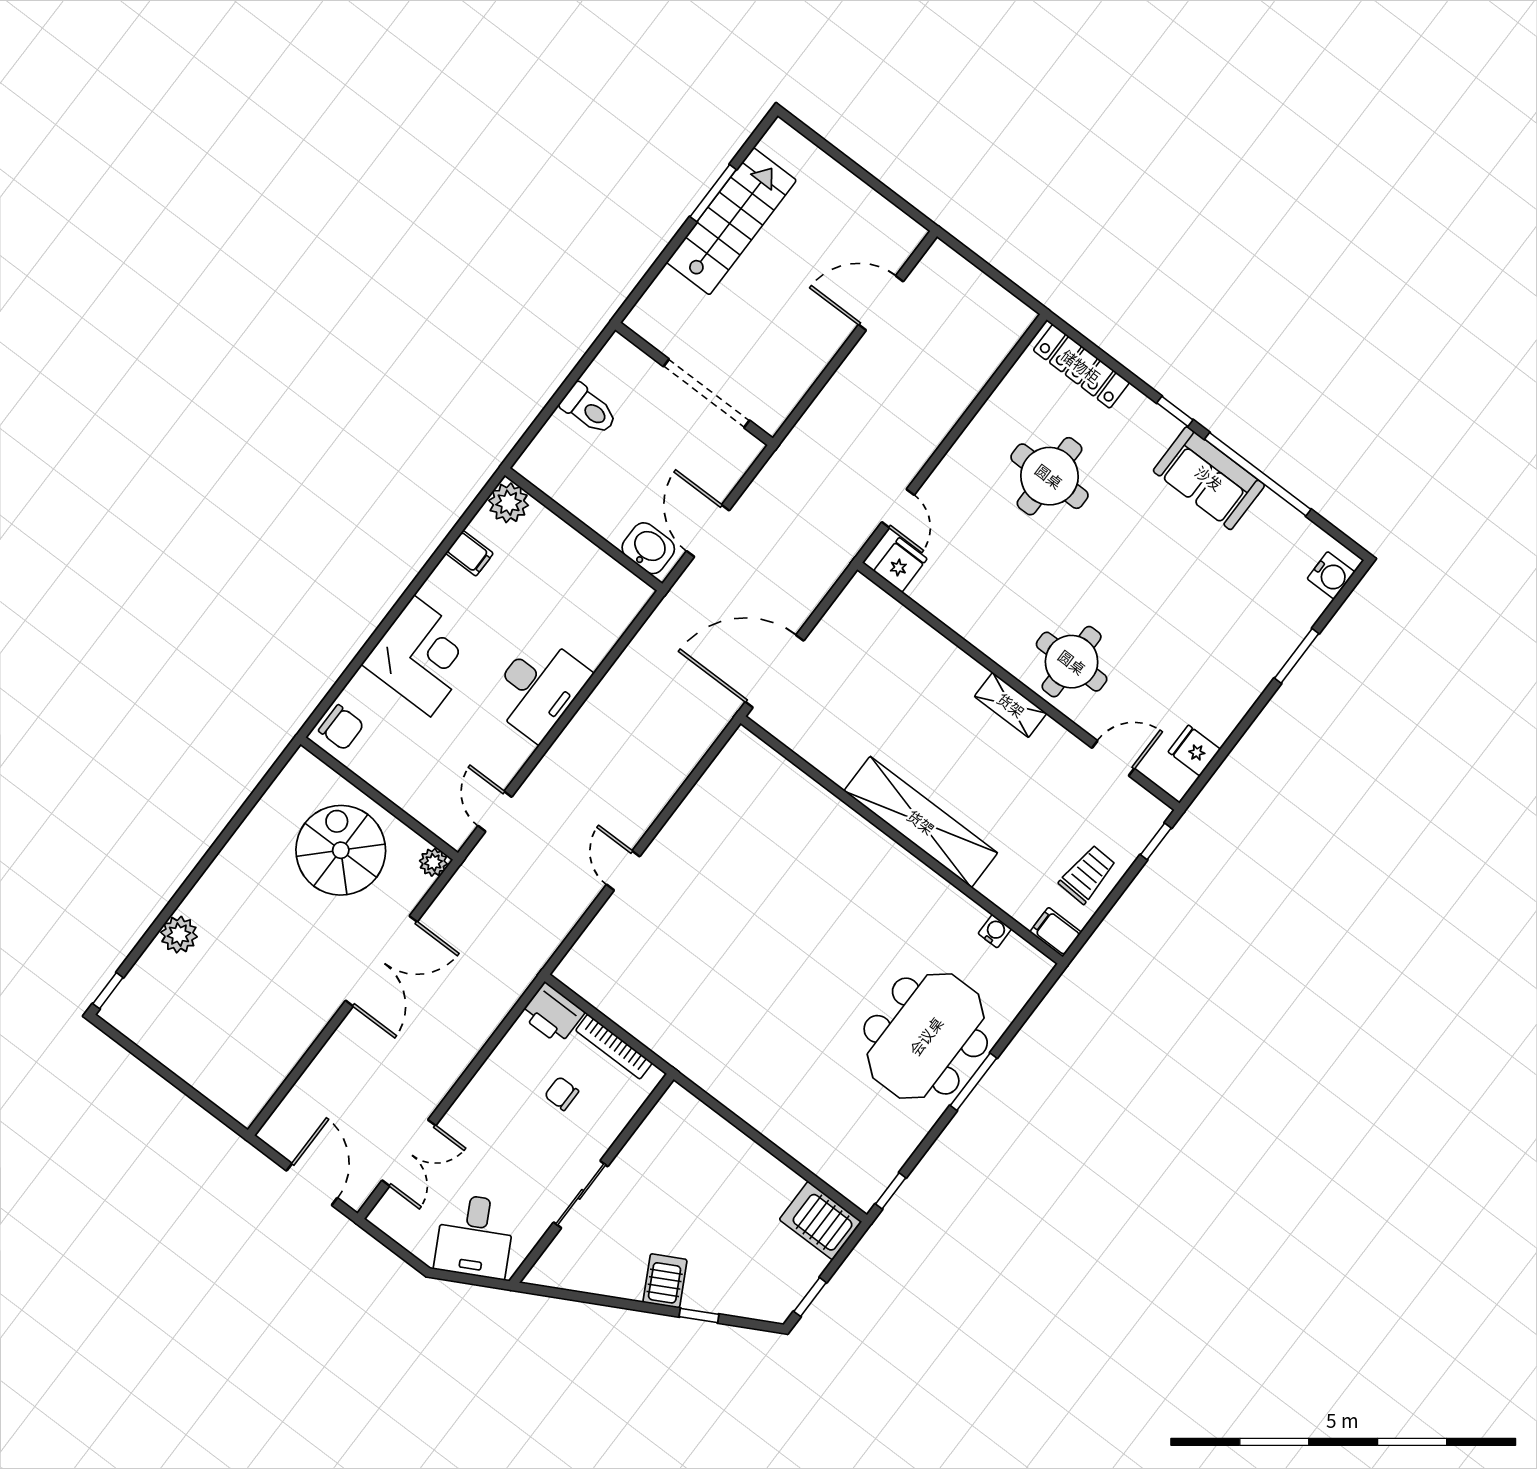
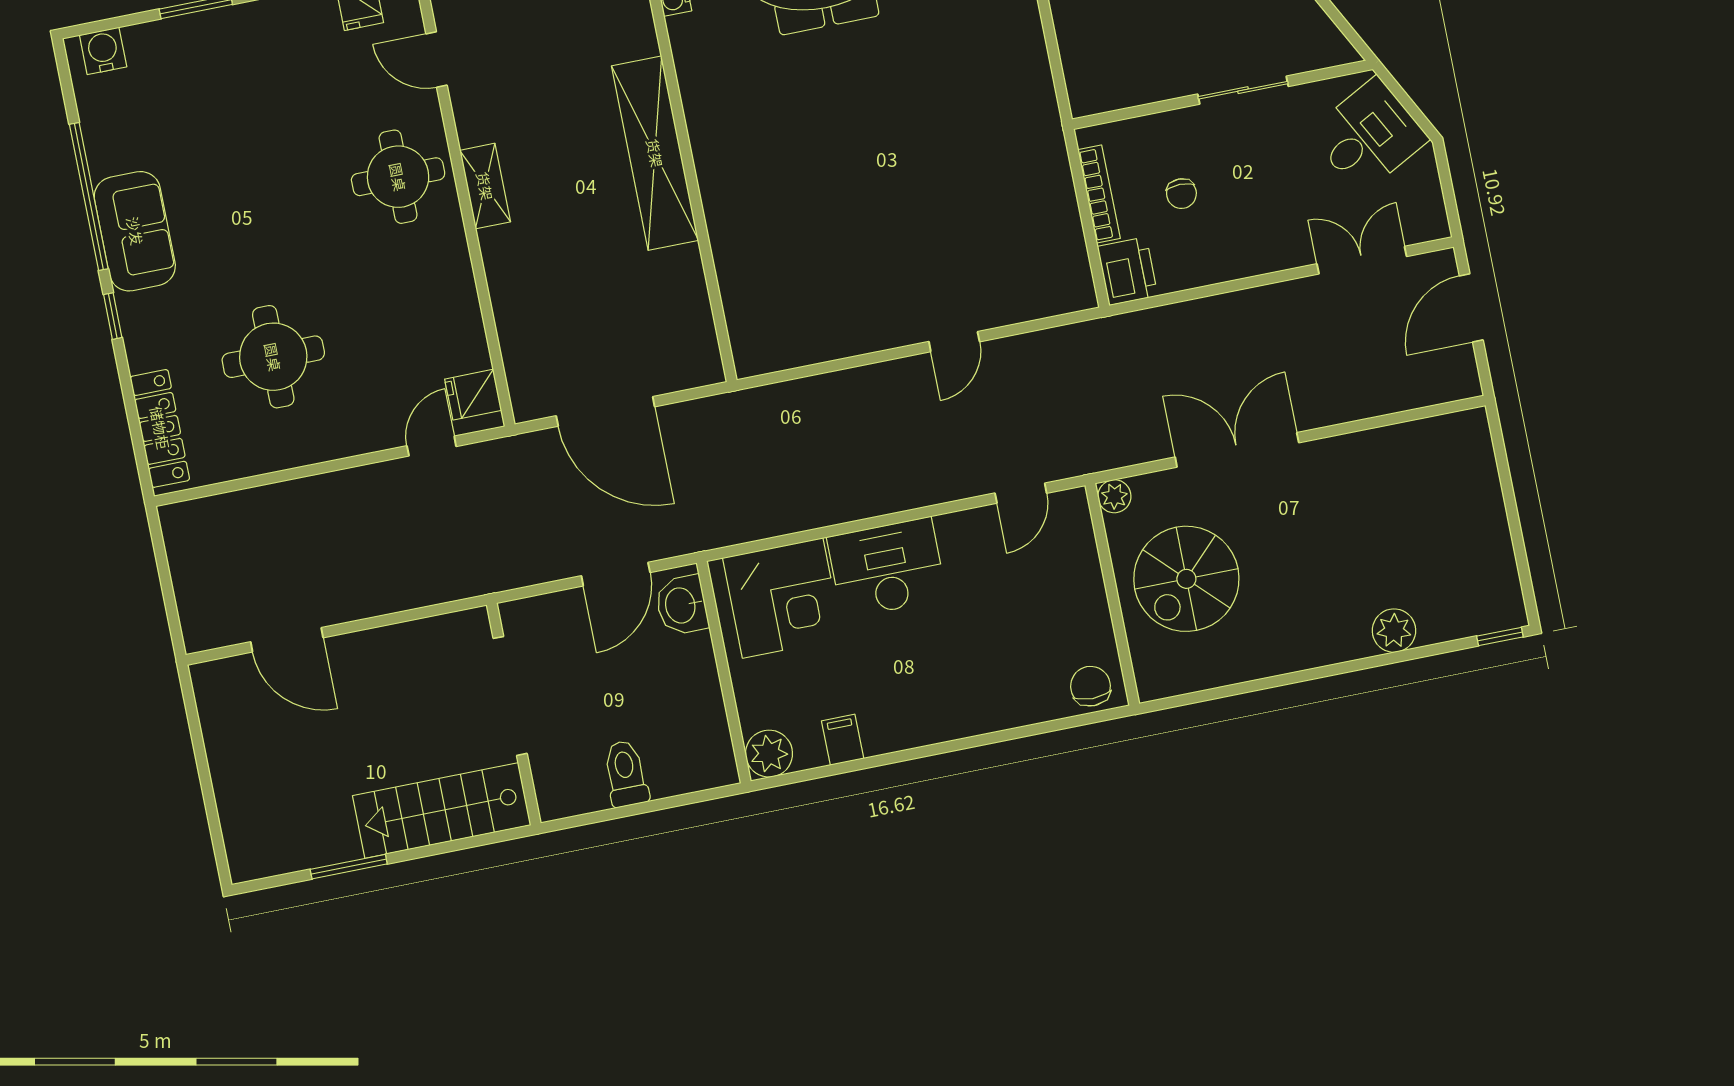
stairs: (731, 221) -> (442, 810), moved
corner desk: (422, 656) -> (783, 598), moved, turned 180
door: (774, 671) -> (605, 411), moved

